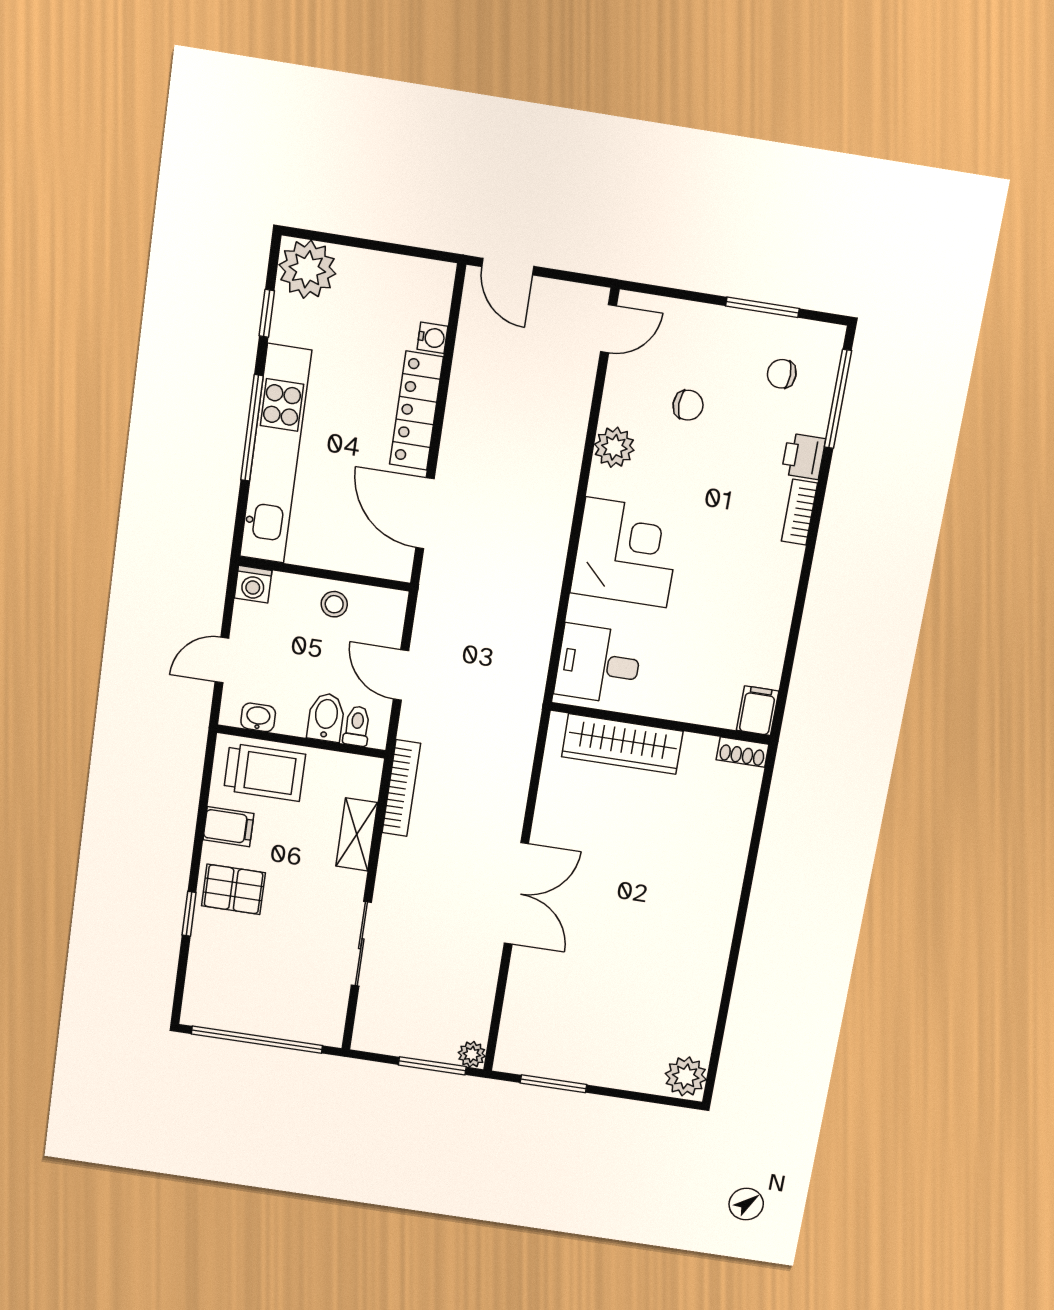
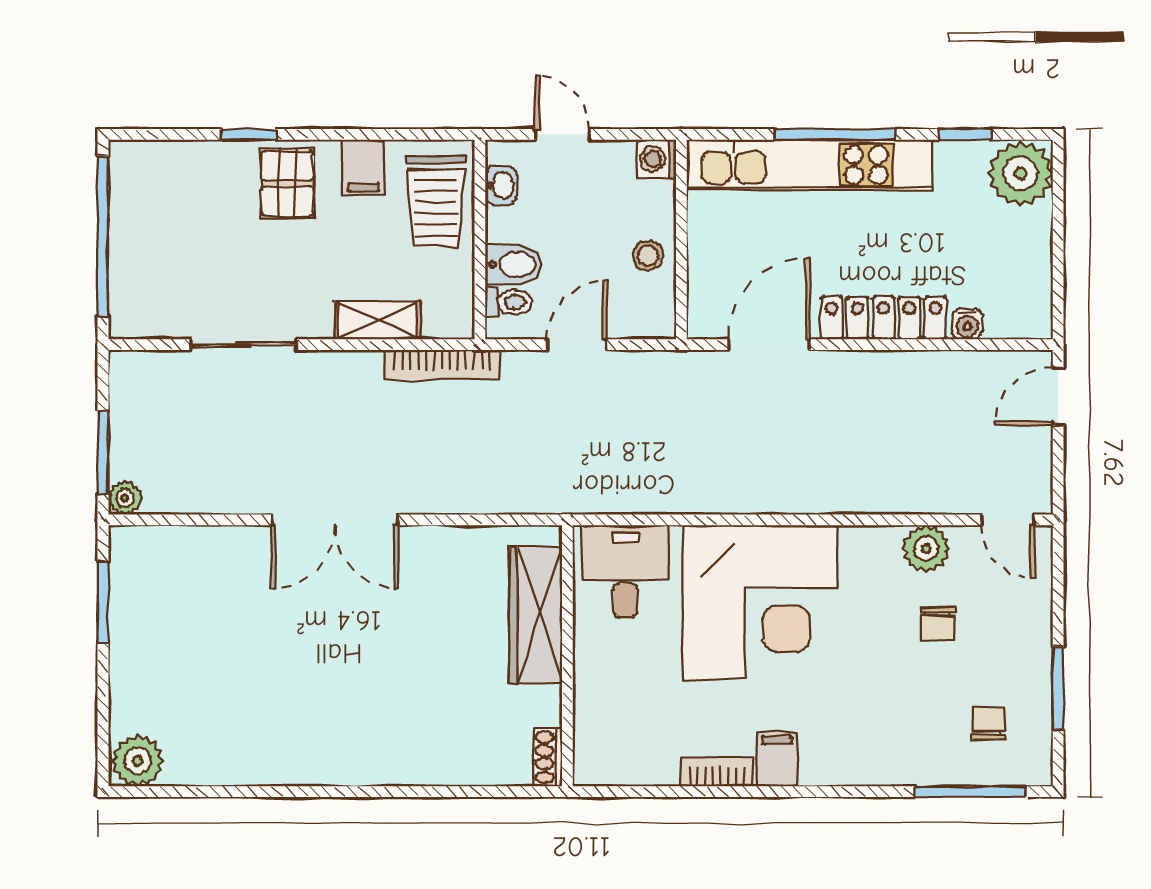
plant: (614, 447) -> (926, 548), moved
printer: (803, 456) -> (901, 765), removed
bookcase: (799, 512) -> (717, 772), moved
corner desk: (626, 552) -> (760, 602), width x1.36, depth x1.36
filing cabinet: (758, 711) -> (777, 759), moved, turned -90

